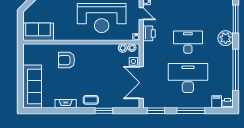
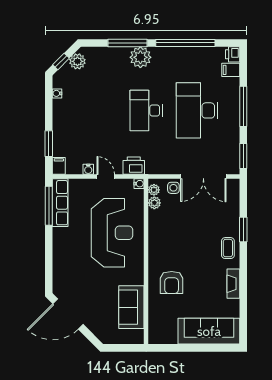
door: (141, 14) -> (106, 177), hinge flipped
window: (236, 19) -> (128, 43), moved
sofa: (38, 32) -> (131, 307), moved

